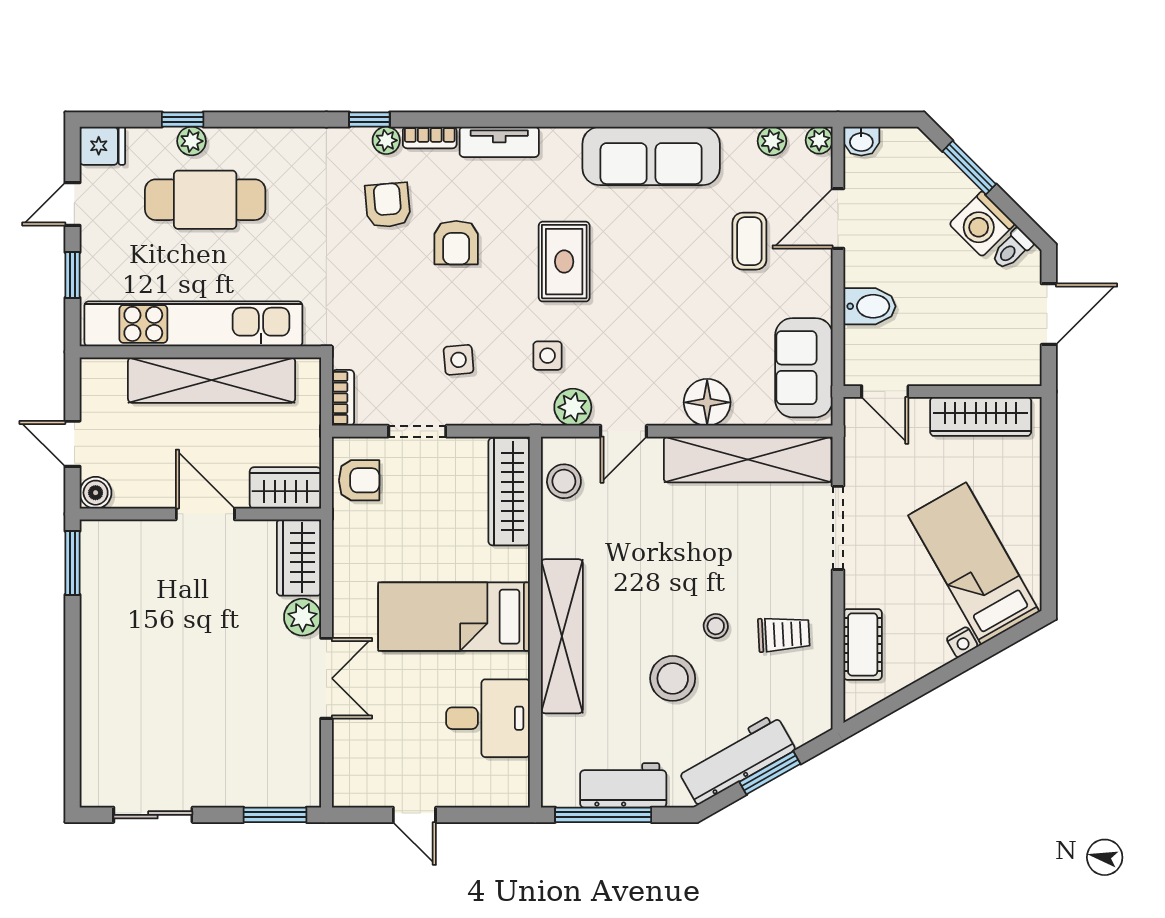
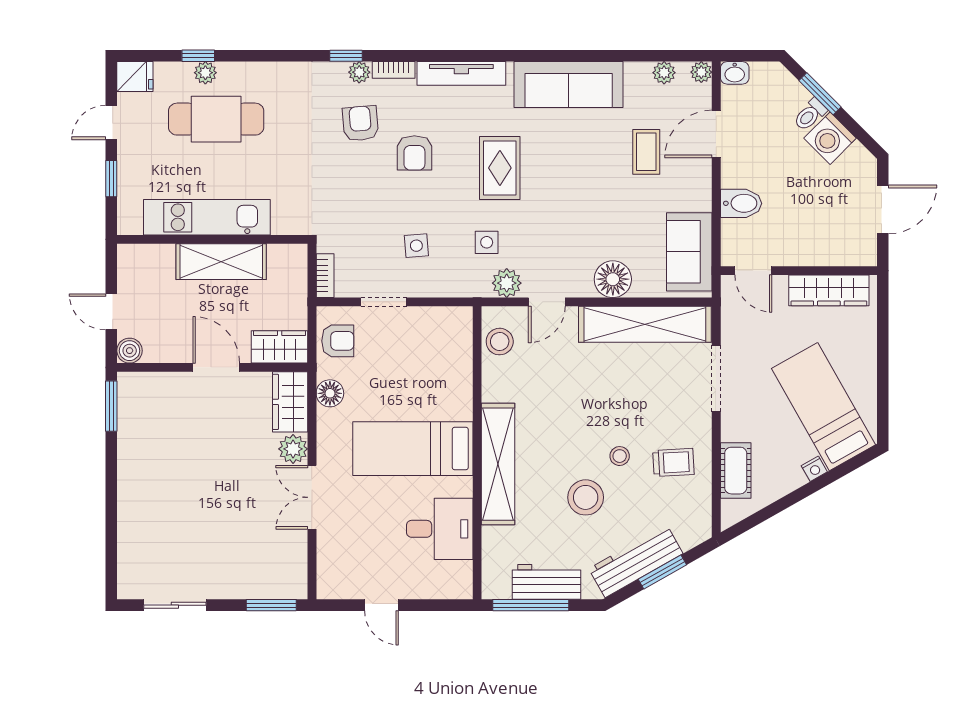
tv unit: (499, 142) -> (461, 73), width x1.41
toilet: (1012, 249) -> (810, 115), moved
kitchen unit: (193, 324) -> (207, 217), width x0.73
shelving: (212, 380) -> (221, 262), width x0.68
wardrobe: (509, 492) -> (456, 350), removed
floor lamp: (349, 547) -> (330, 393), added
double door: (326, 678) -> (312, 497), swing flipped

